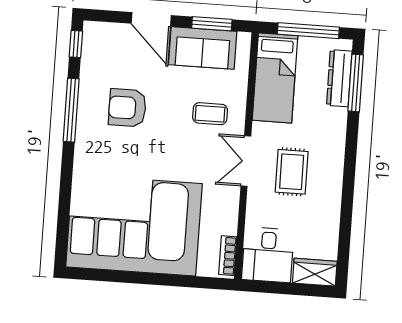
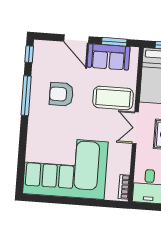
coffee table: (210, 114) -> (113, 98), width x1.86, depth x1.72

